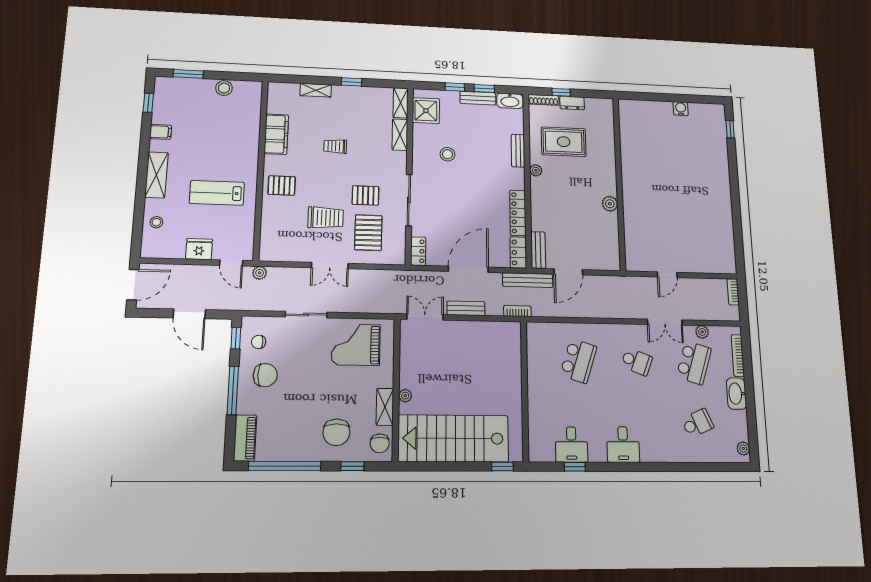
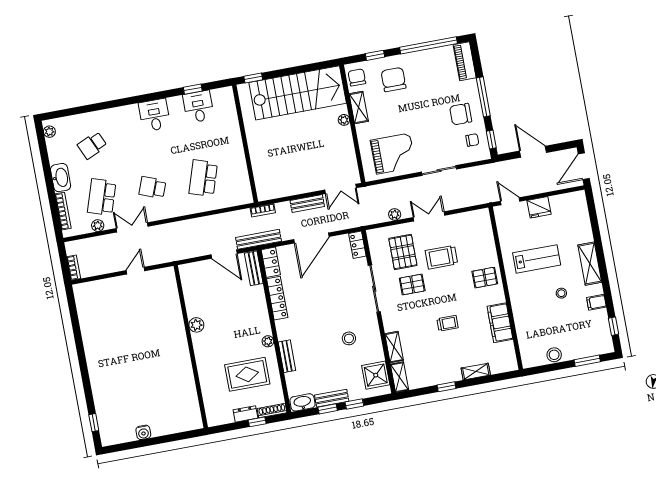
stool: (156, 222) -> (561, 293), moved
door: (568, 272) -> (224, 254), swing flipped
plant: (260, 273) -> (395, 214), moved

